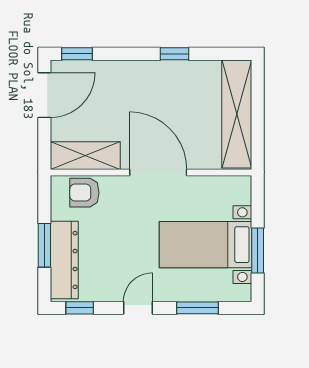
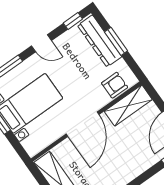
door: (158, 172) -> (82, 124), hinge flipped
door: (138, 308) -> (41, 43), hinge flipped

